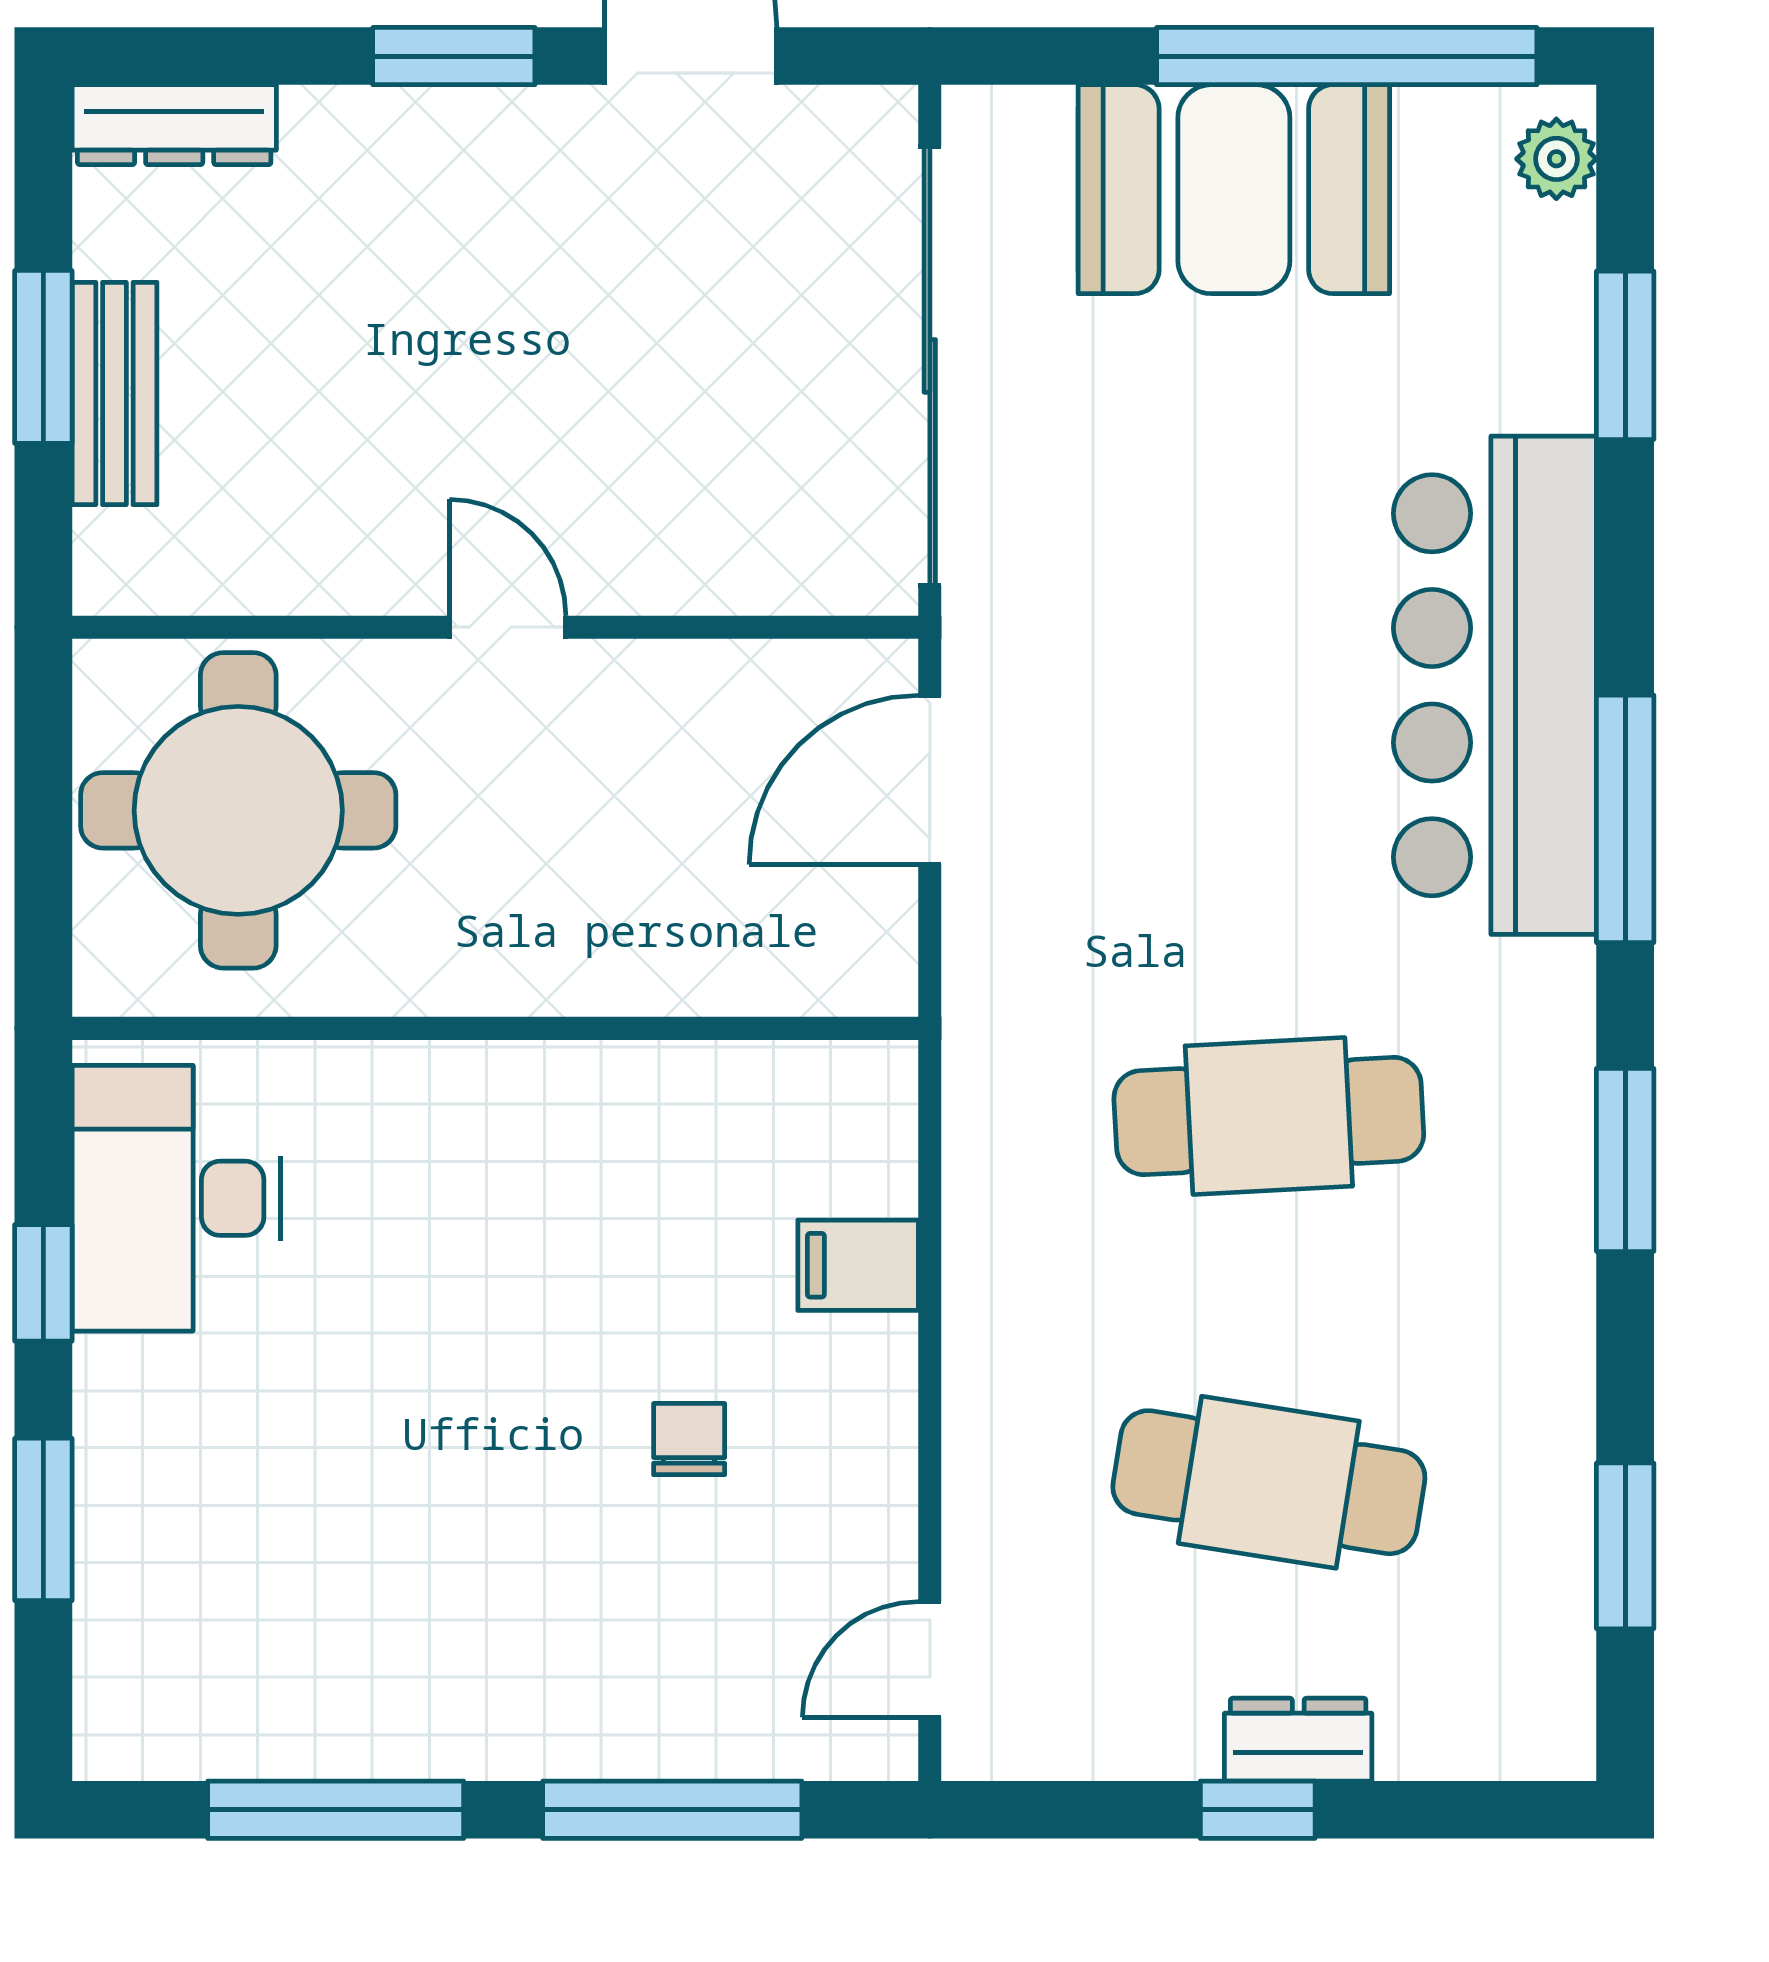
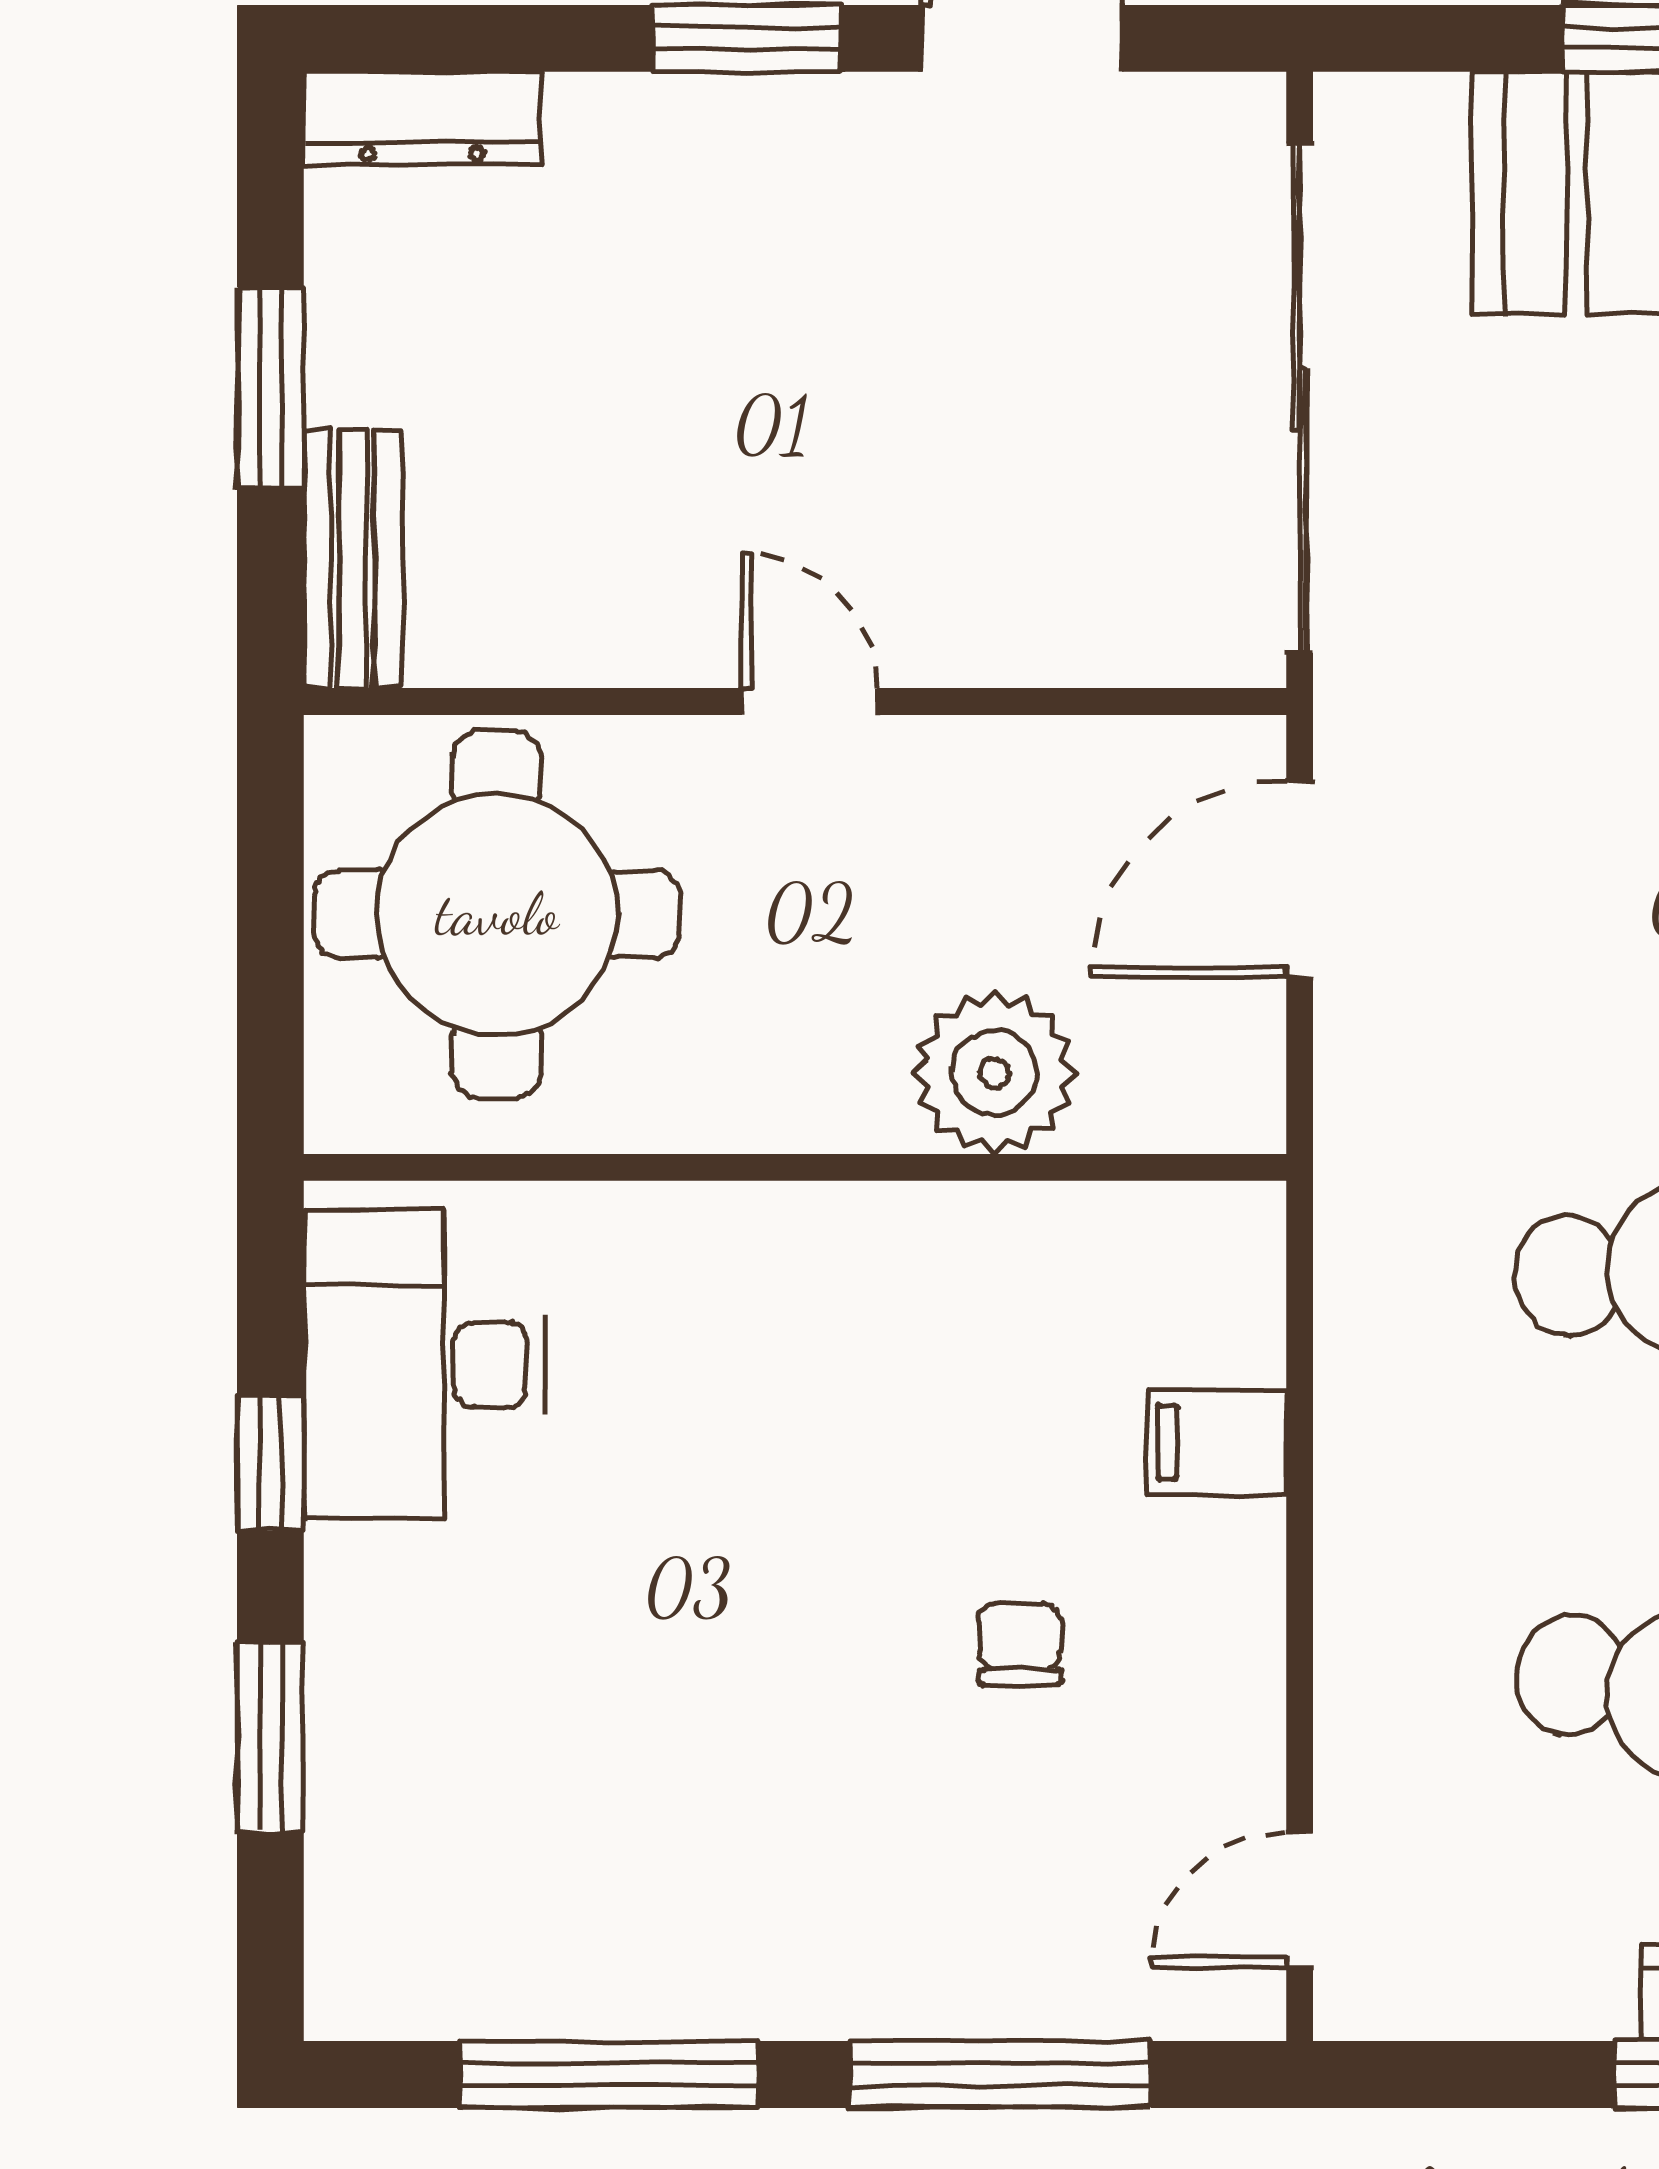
bench: (114, 393) -> (353, 559), moved
plant: (667, 947) -> (994, 1073), added

